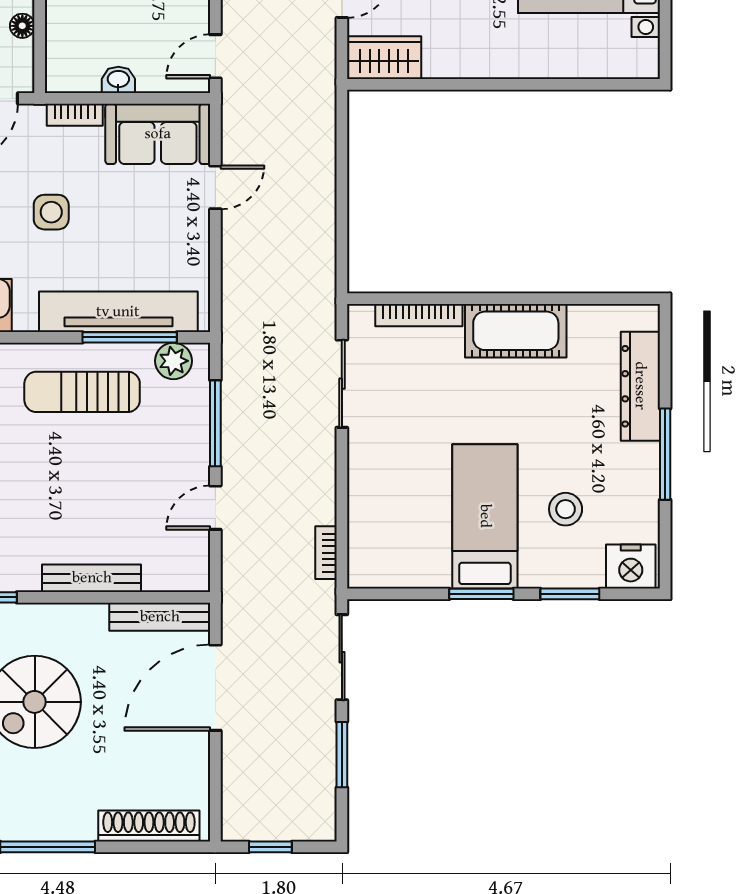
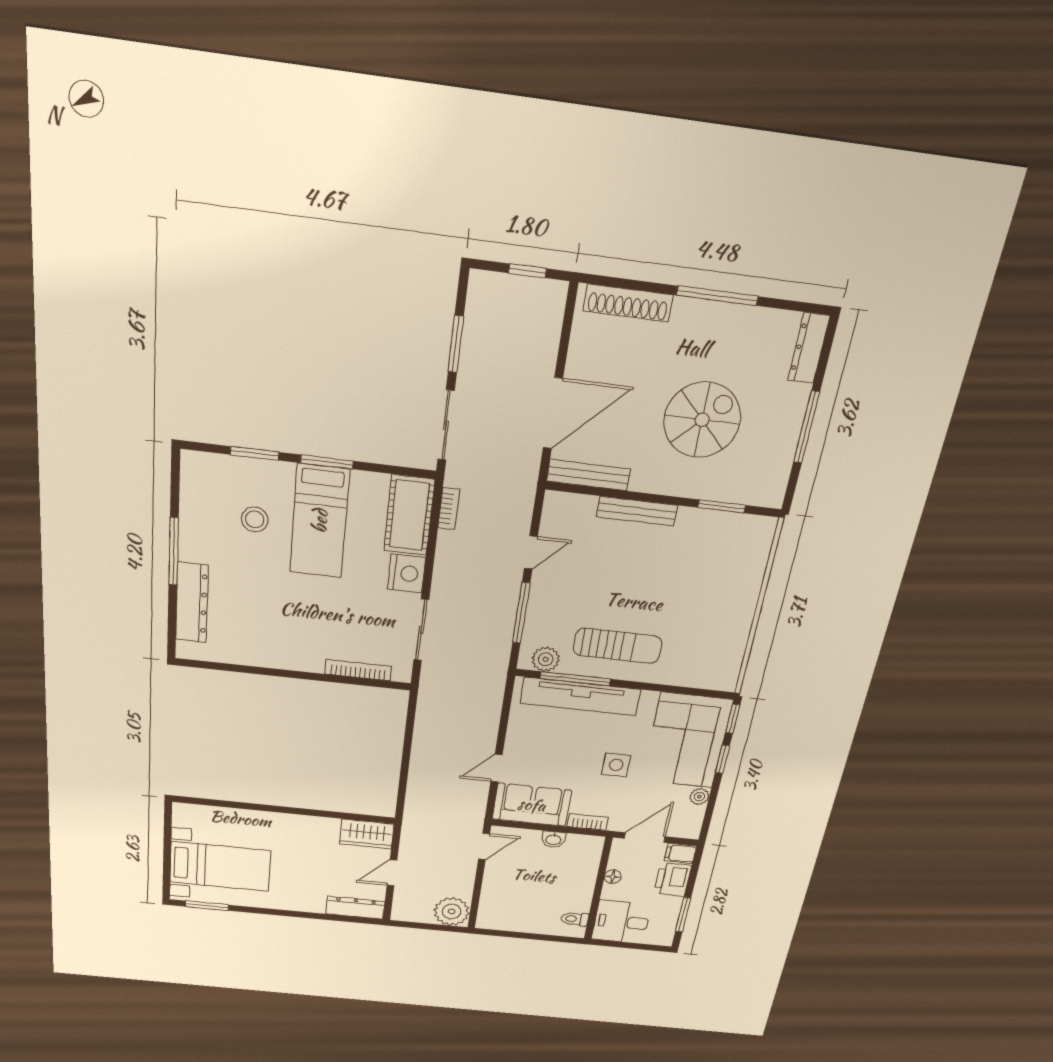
cot: (516, 331) -> (409, 515), moved, turned 90
nightstand: (631, 567) -> (407, 573), moved, turned 90

